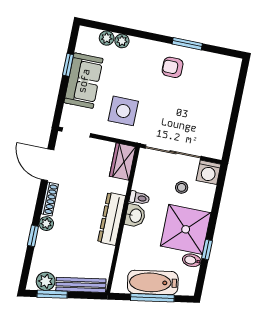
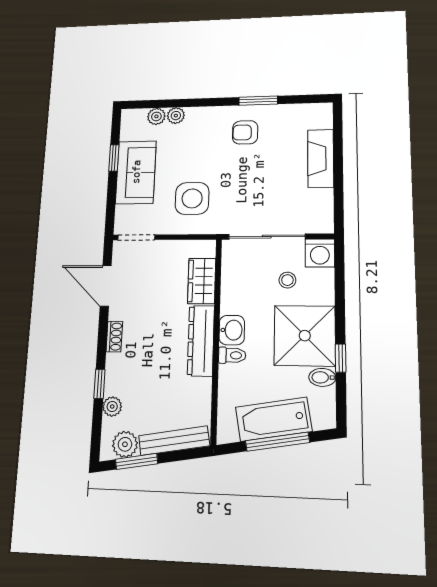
fireplace: (224, 101) -> (321, 158), added
wardrobe: (123, 162) -> (202, 281), moved
toilet: (139, 198) -> (232, 355), moved
shoe rack: (50, 199) -> (114, 337), width x0.70
plant: (46, 224) -> (112, 406), moved

